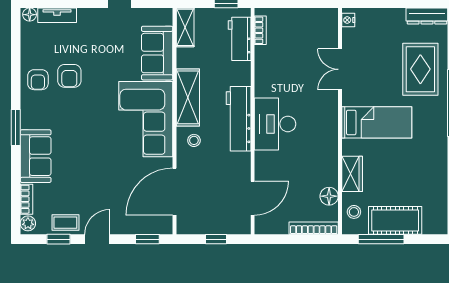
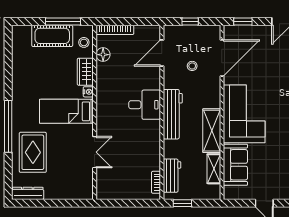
nightstand: (348, 20) -> (88, 92), moved
shelving: (185, 27) -> (214, 169), moved
desk: (275, 124) -> (145, 105), width x0.73
stool: (194, 140) -> (192, 66), moved

